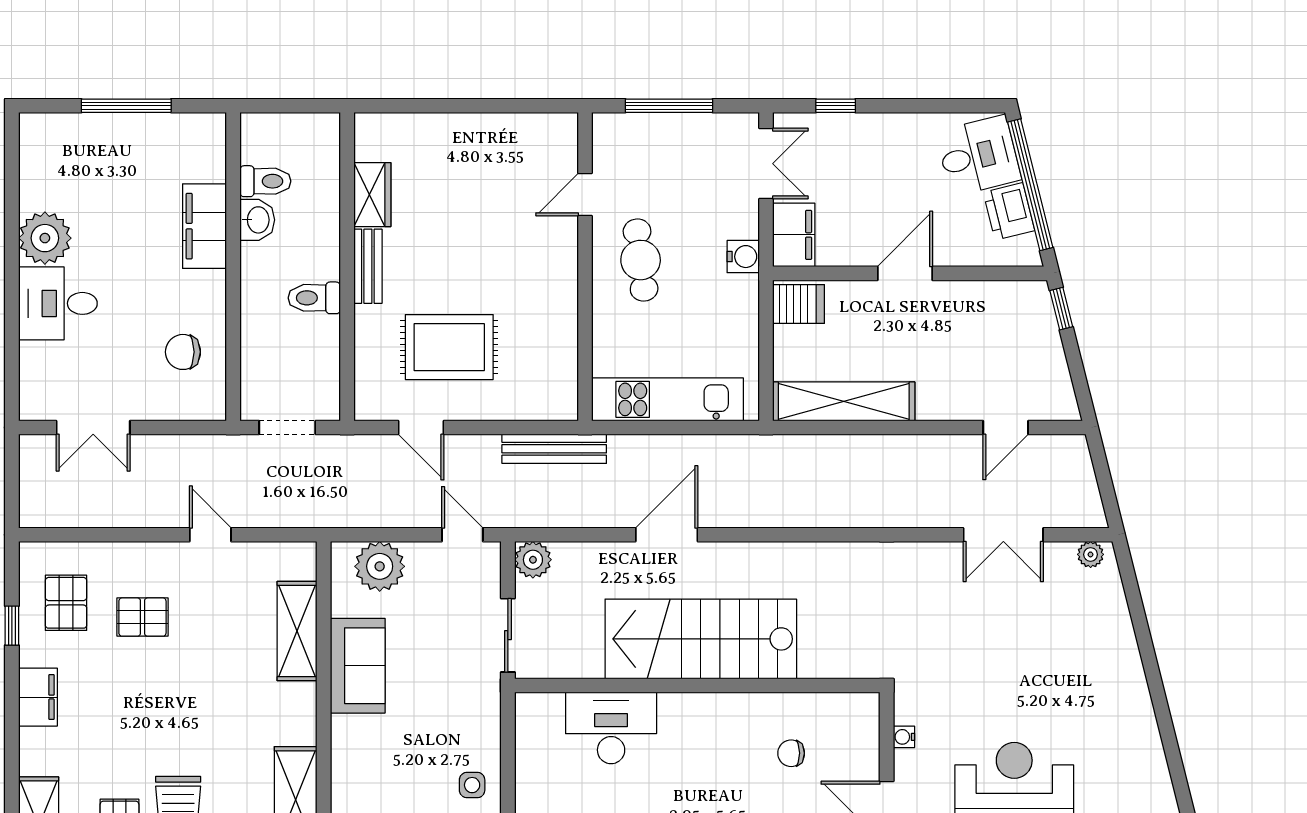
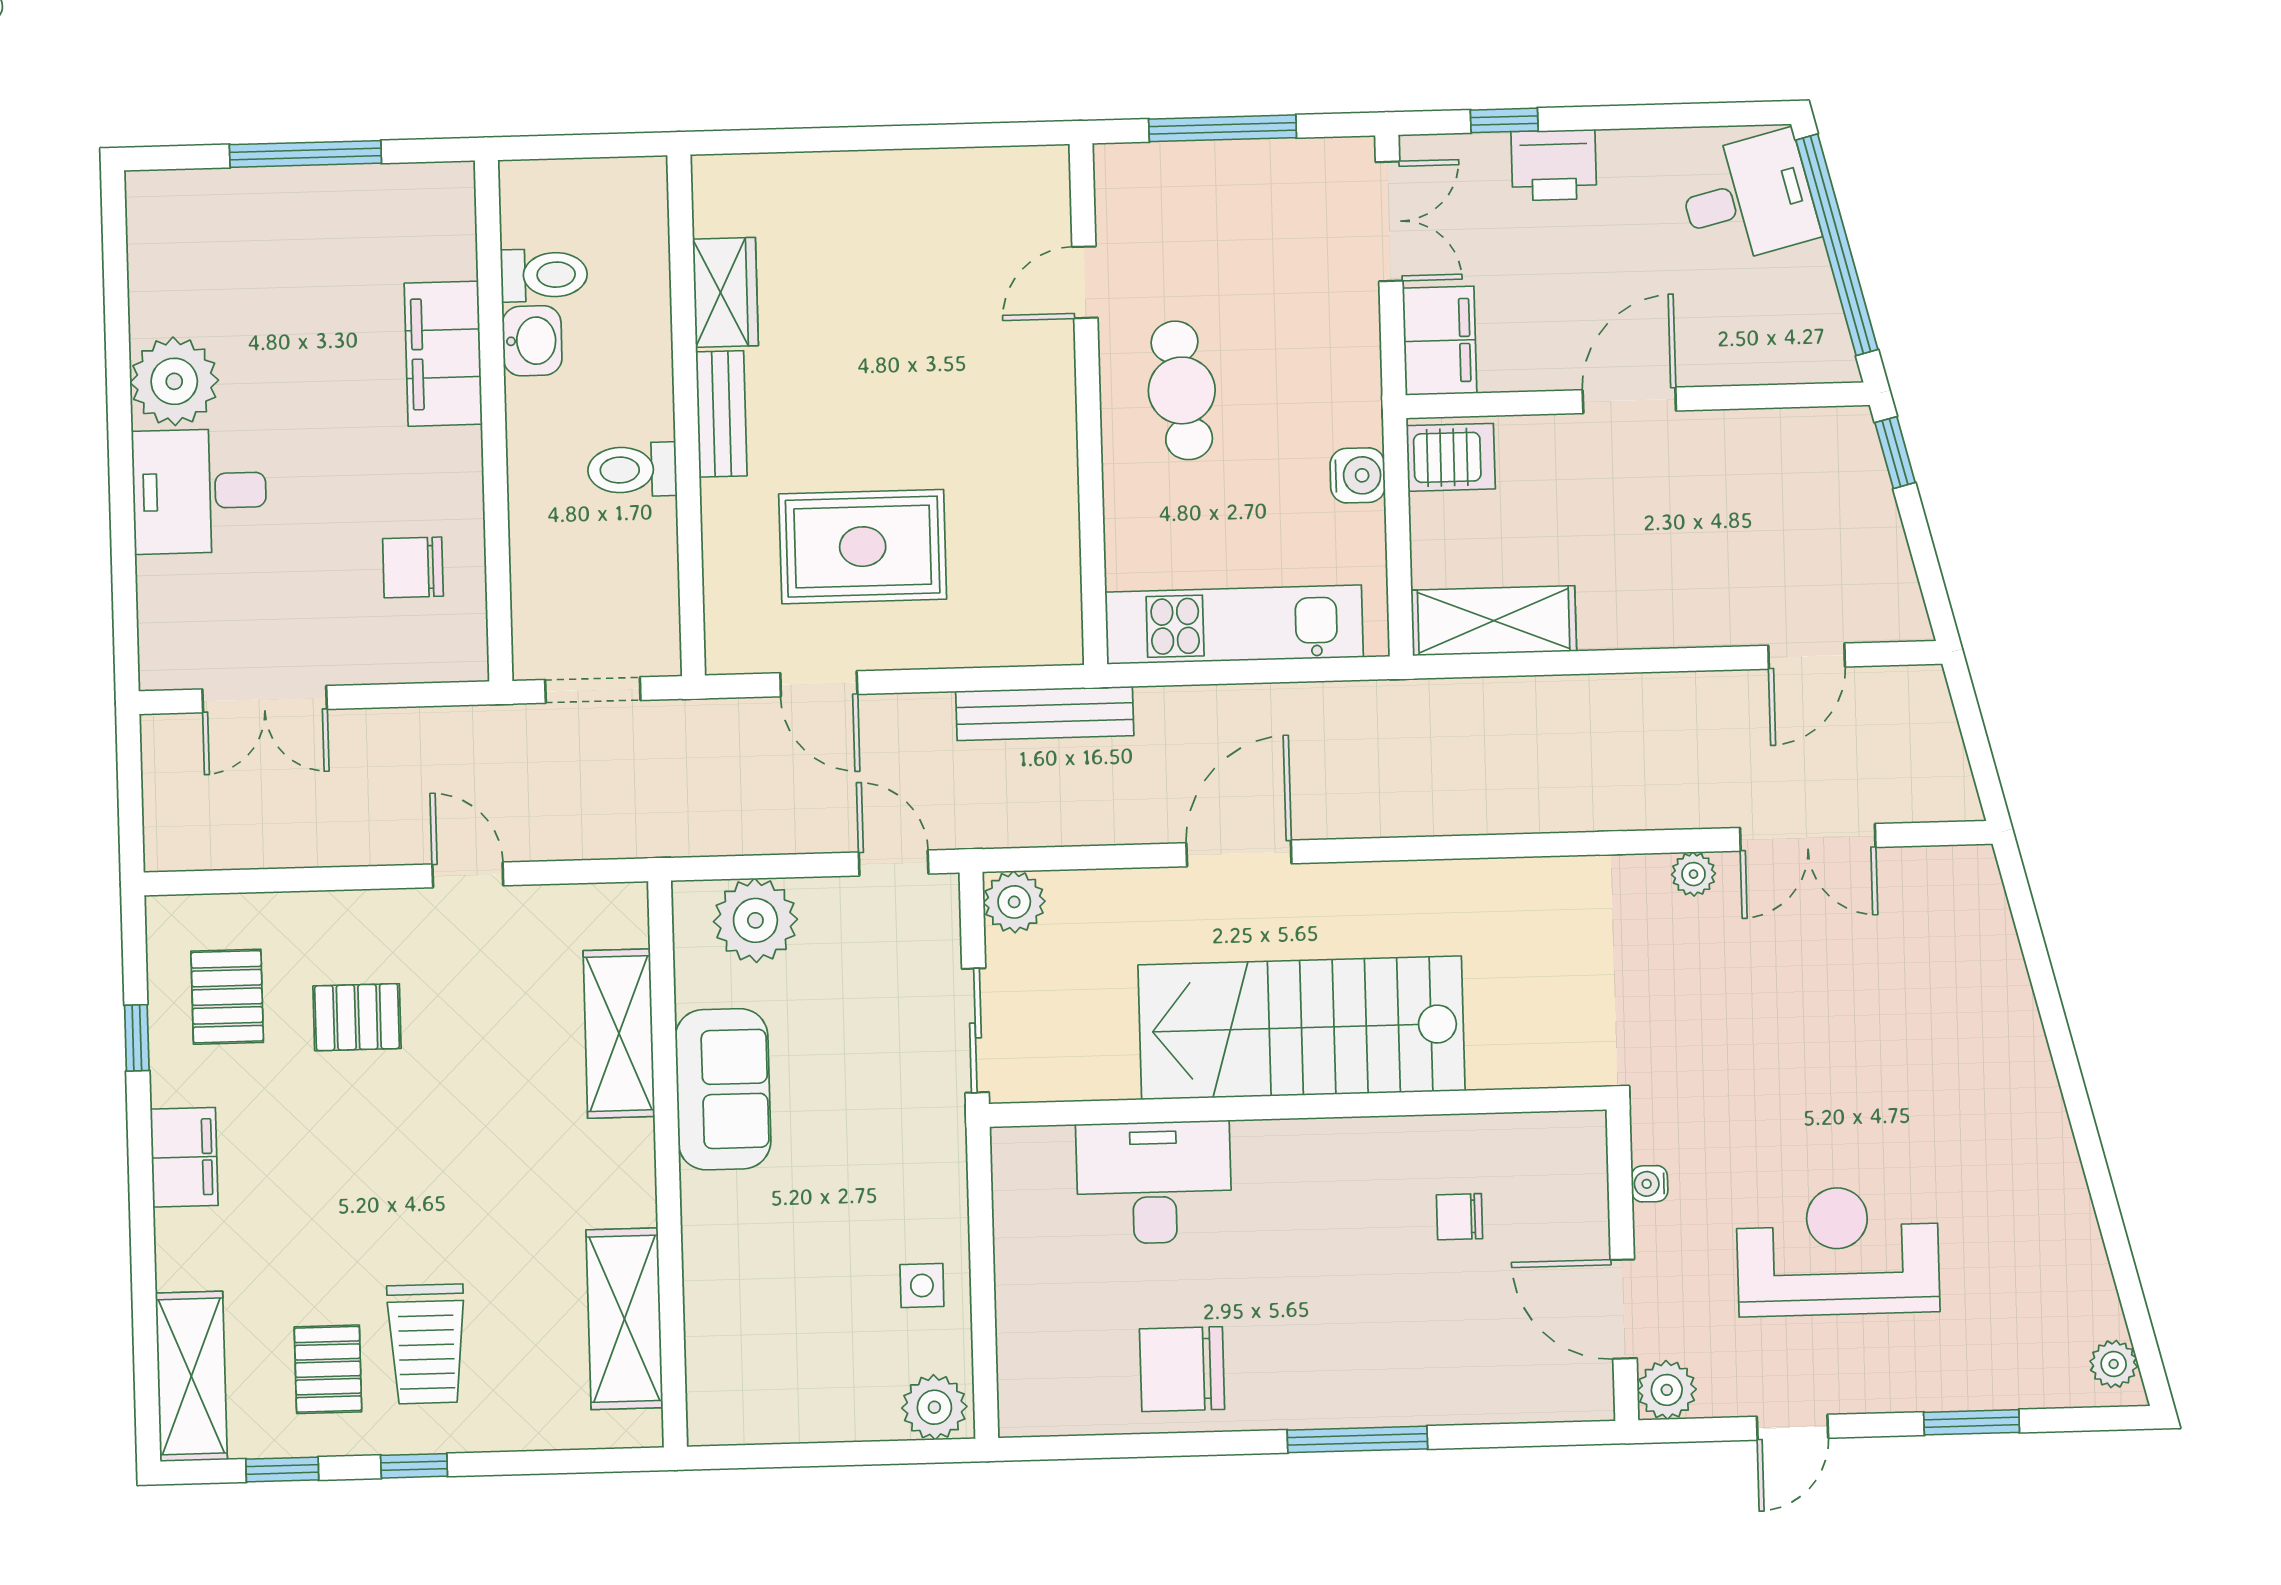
printer: (1009, 211) -> (1554, 165), moved, turned -76
water cooler: (743, 257) -> (1358, 475), moved
shelving: (844, 401) -> (1494, 621), width x0.68
plant: (1091, 554) -> (1694, 874), moved

